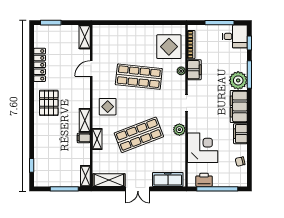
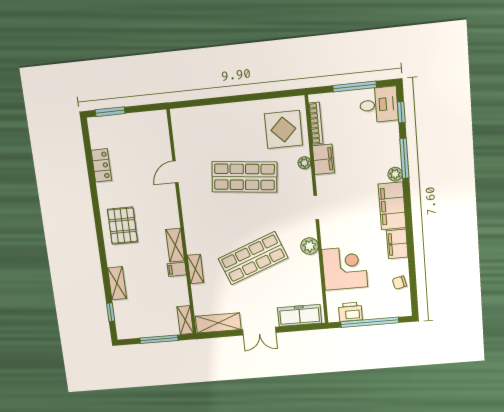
shelving: (85, 37) -> (117, 283), moved
locker: (40, 65) -> (101, 165), width x0.66
plant: (238, 80) -> (395, 174), width x0.53, depth x0.53
display table: (108, 107) -> (205, 223), removed

